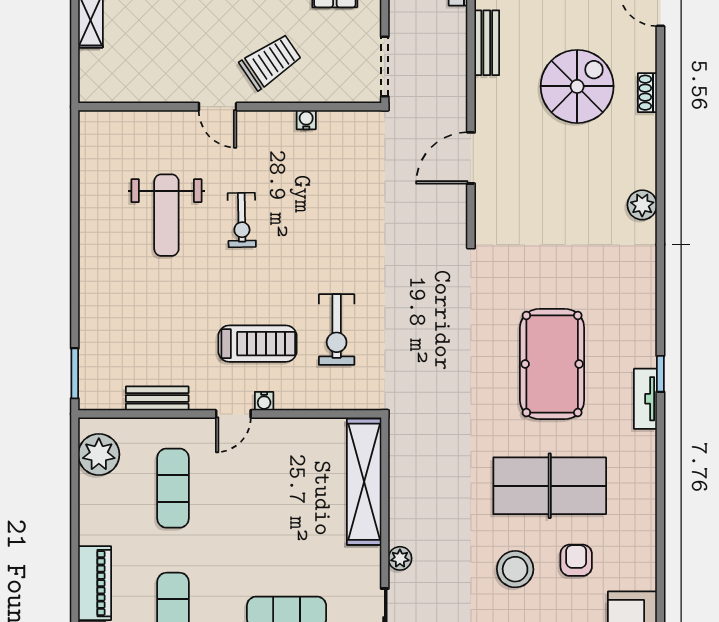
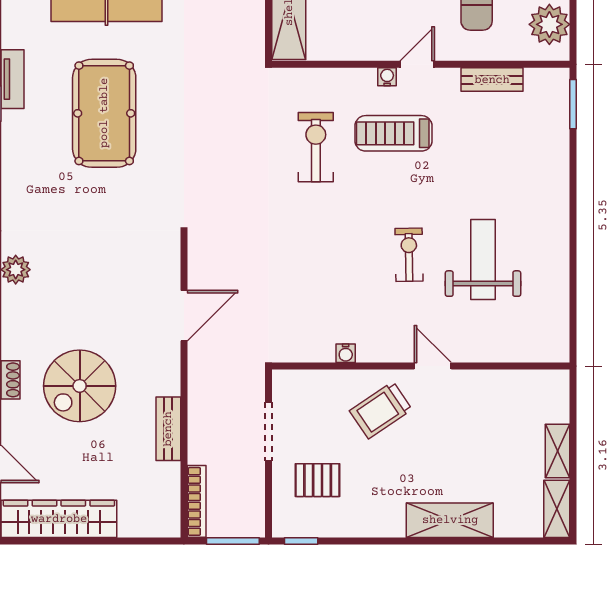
doorway: (385, 67) -> (268, 432), moved

